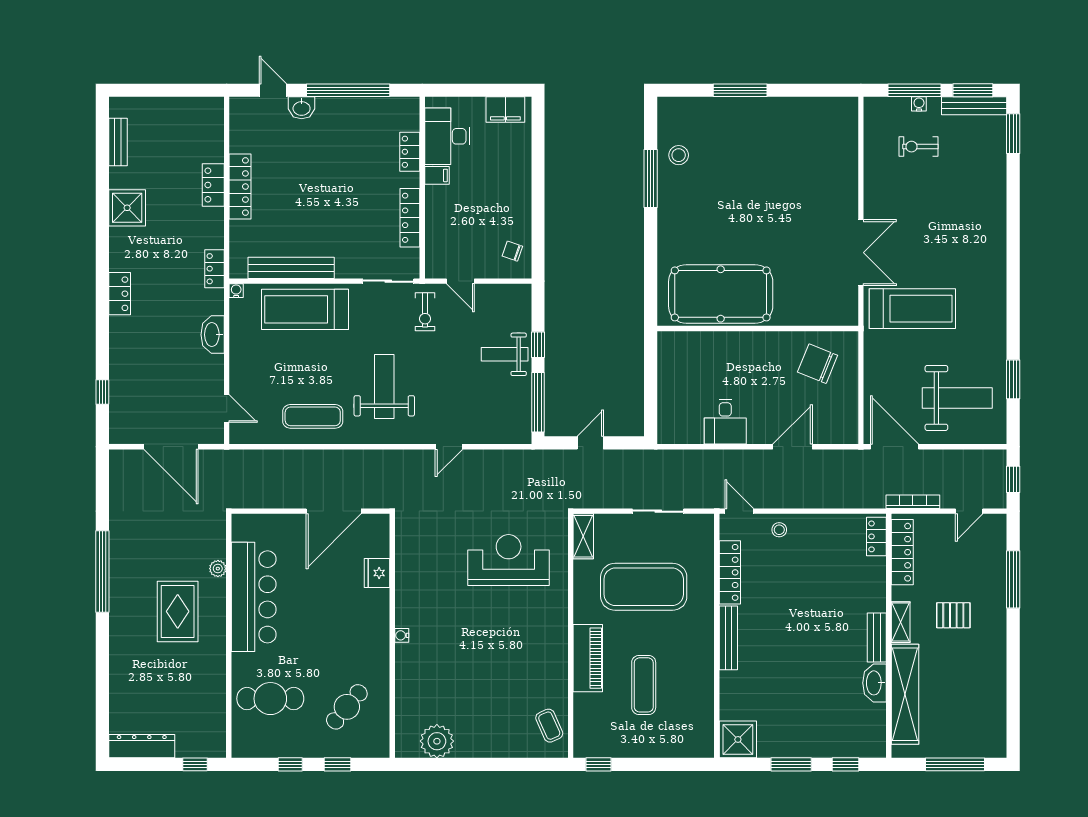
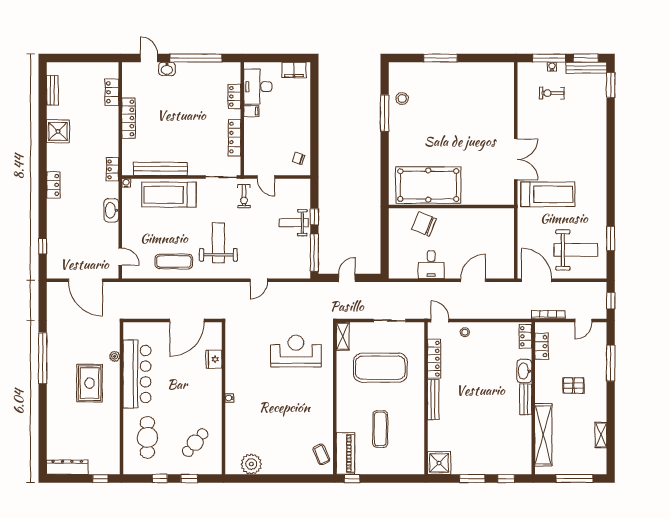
locker: (213, 185) -> (112, 92), moved
chair: (818, 364) -> (424, 224), moved
locker: (902, 552) -> (542, 346), width x0.66
shelving: (901, 622) -> (601, 435), moved
piano: (588, 658) -> (345, 454), moved
washbasin: (875, 683) -> (524, 371), moved
cafe table: (270, 699) -> (147, 437), turned 90

